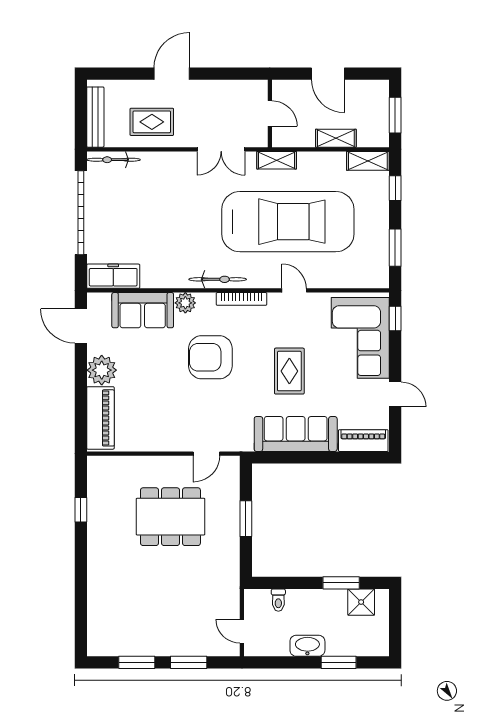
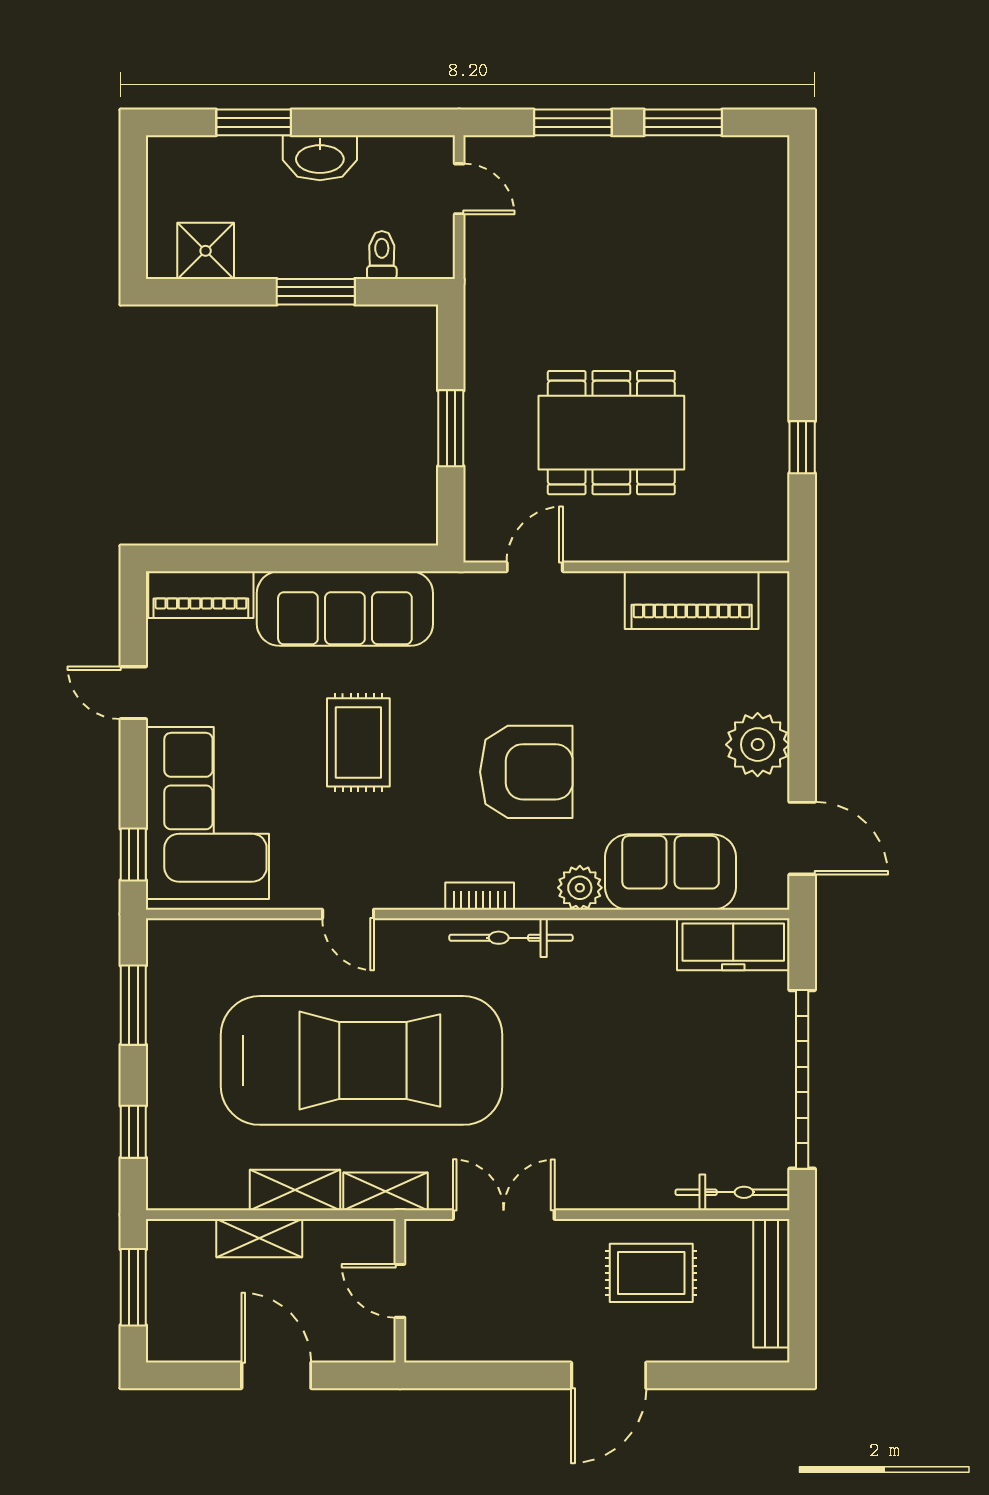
shelving: (368, 161) -> (295, 1190), moved
car: (288, 222) -> (361, 1060), turned 180
bookcase: (241, 299) -> (480, 896), width x0.64
piano: (100, 418) -> (692, 600), moved, turned -90
window: (341, 583) -> (316, 292), moved

